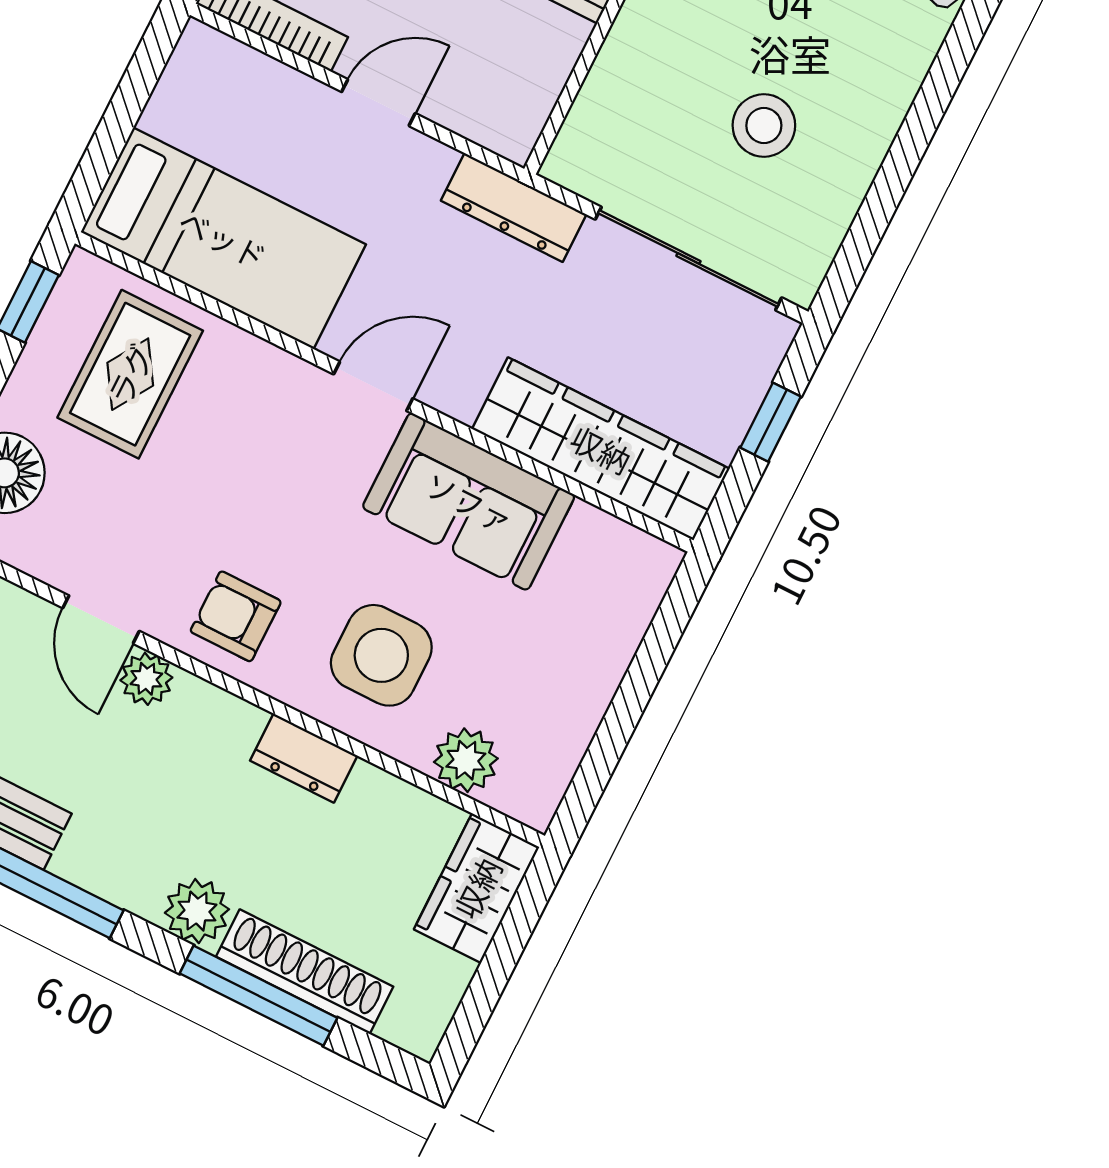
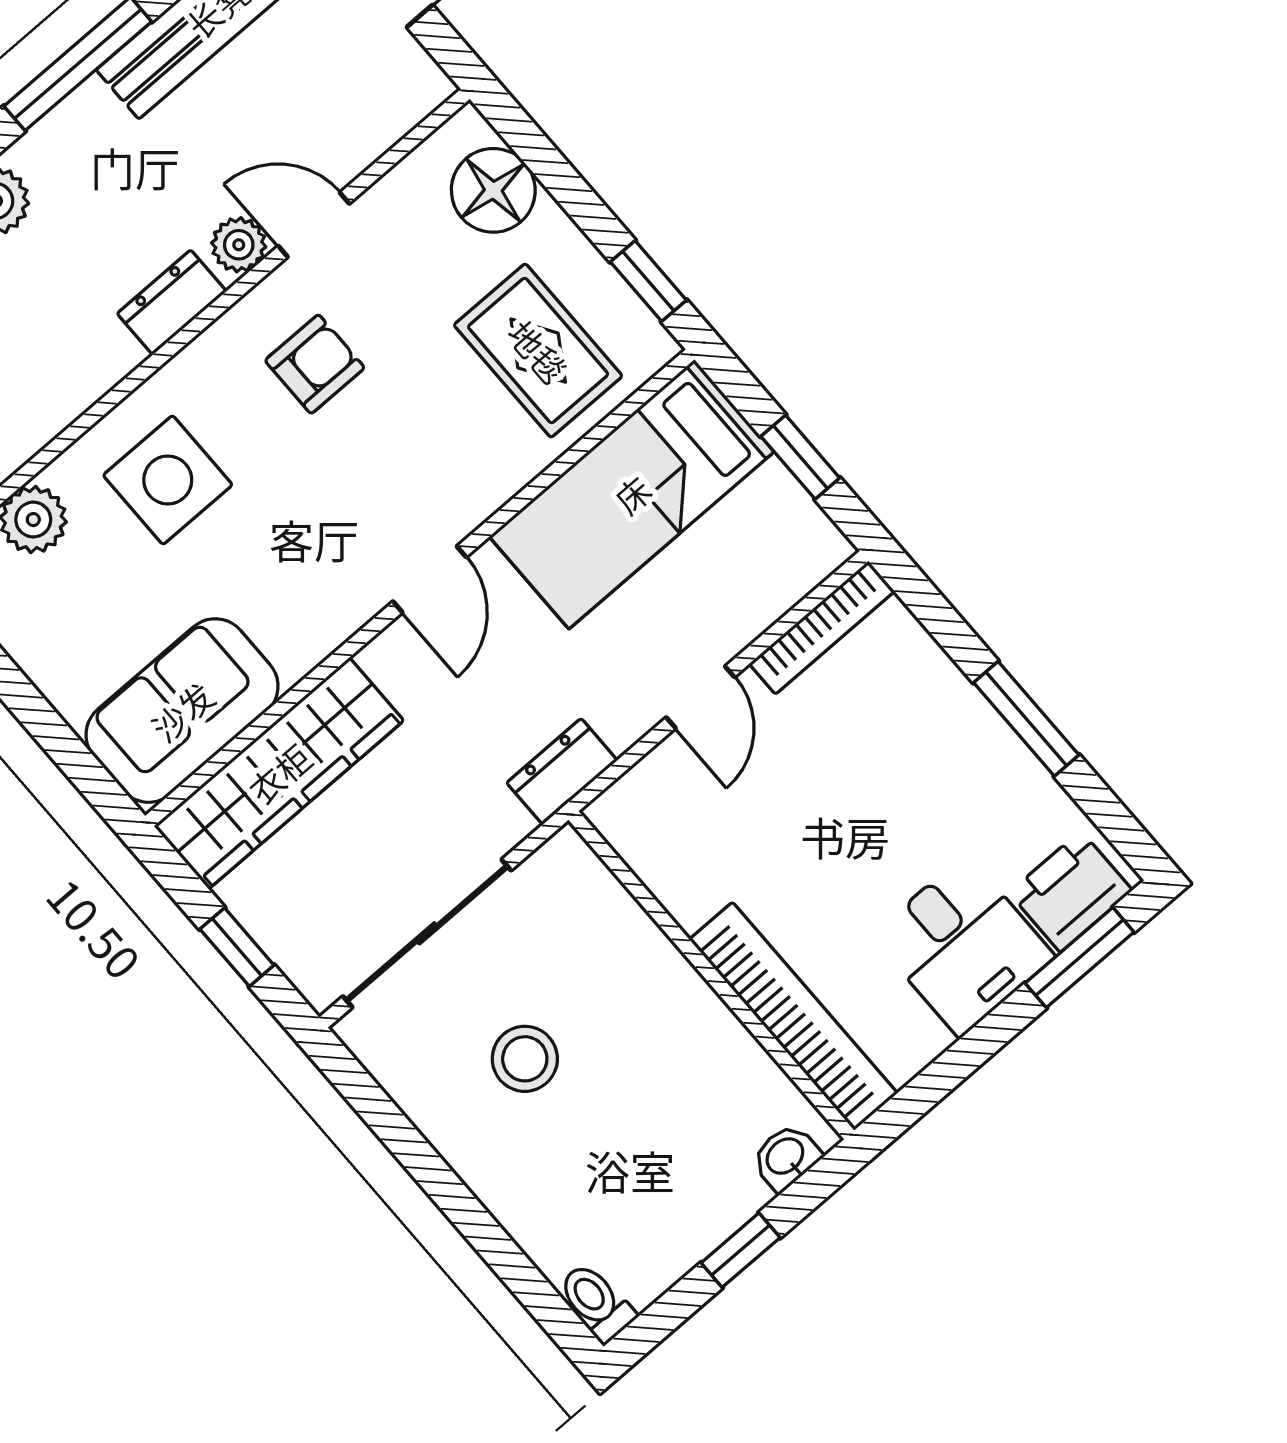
window: (128, 102) -> (800, 457), added
dresser: (514, 208) -> (562, 771), width x0.70
sofa: (469, 502) -> (182, 711), moved
armchair: (236, 616) -> (315, 364), moved
dresser: (304, 758) -> (172, 302), moved

